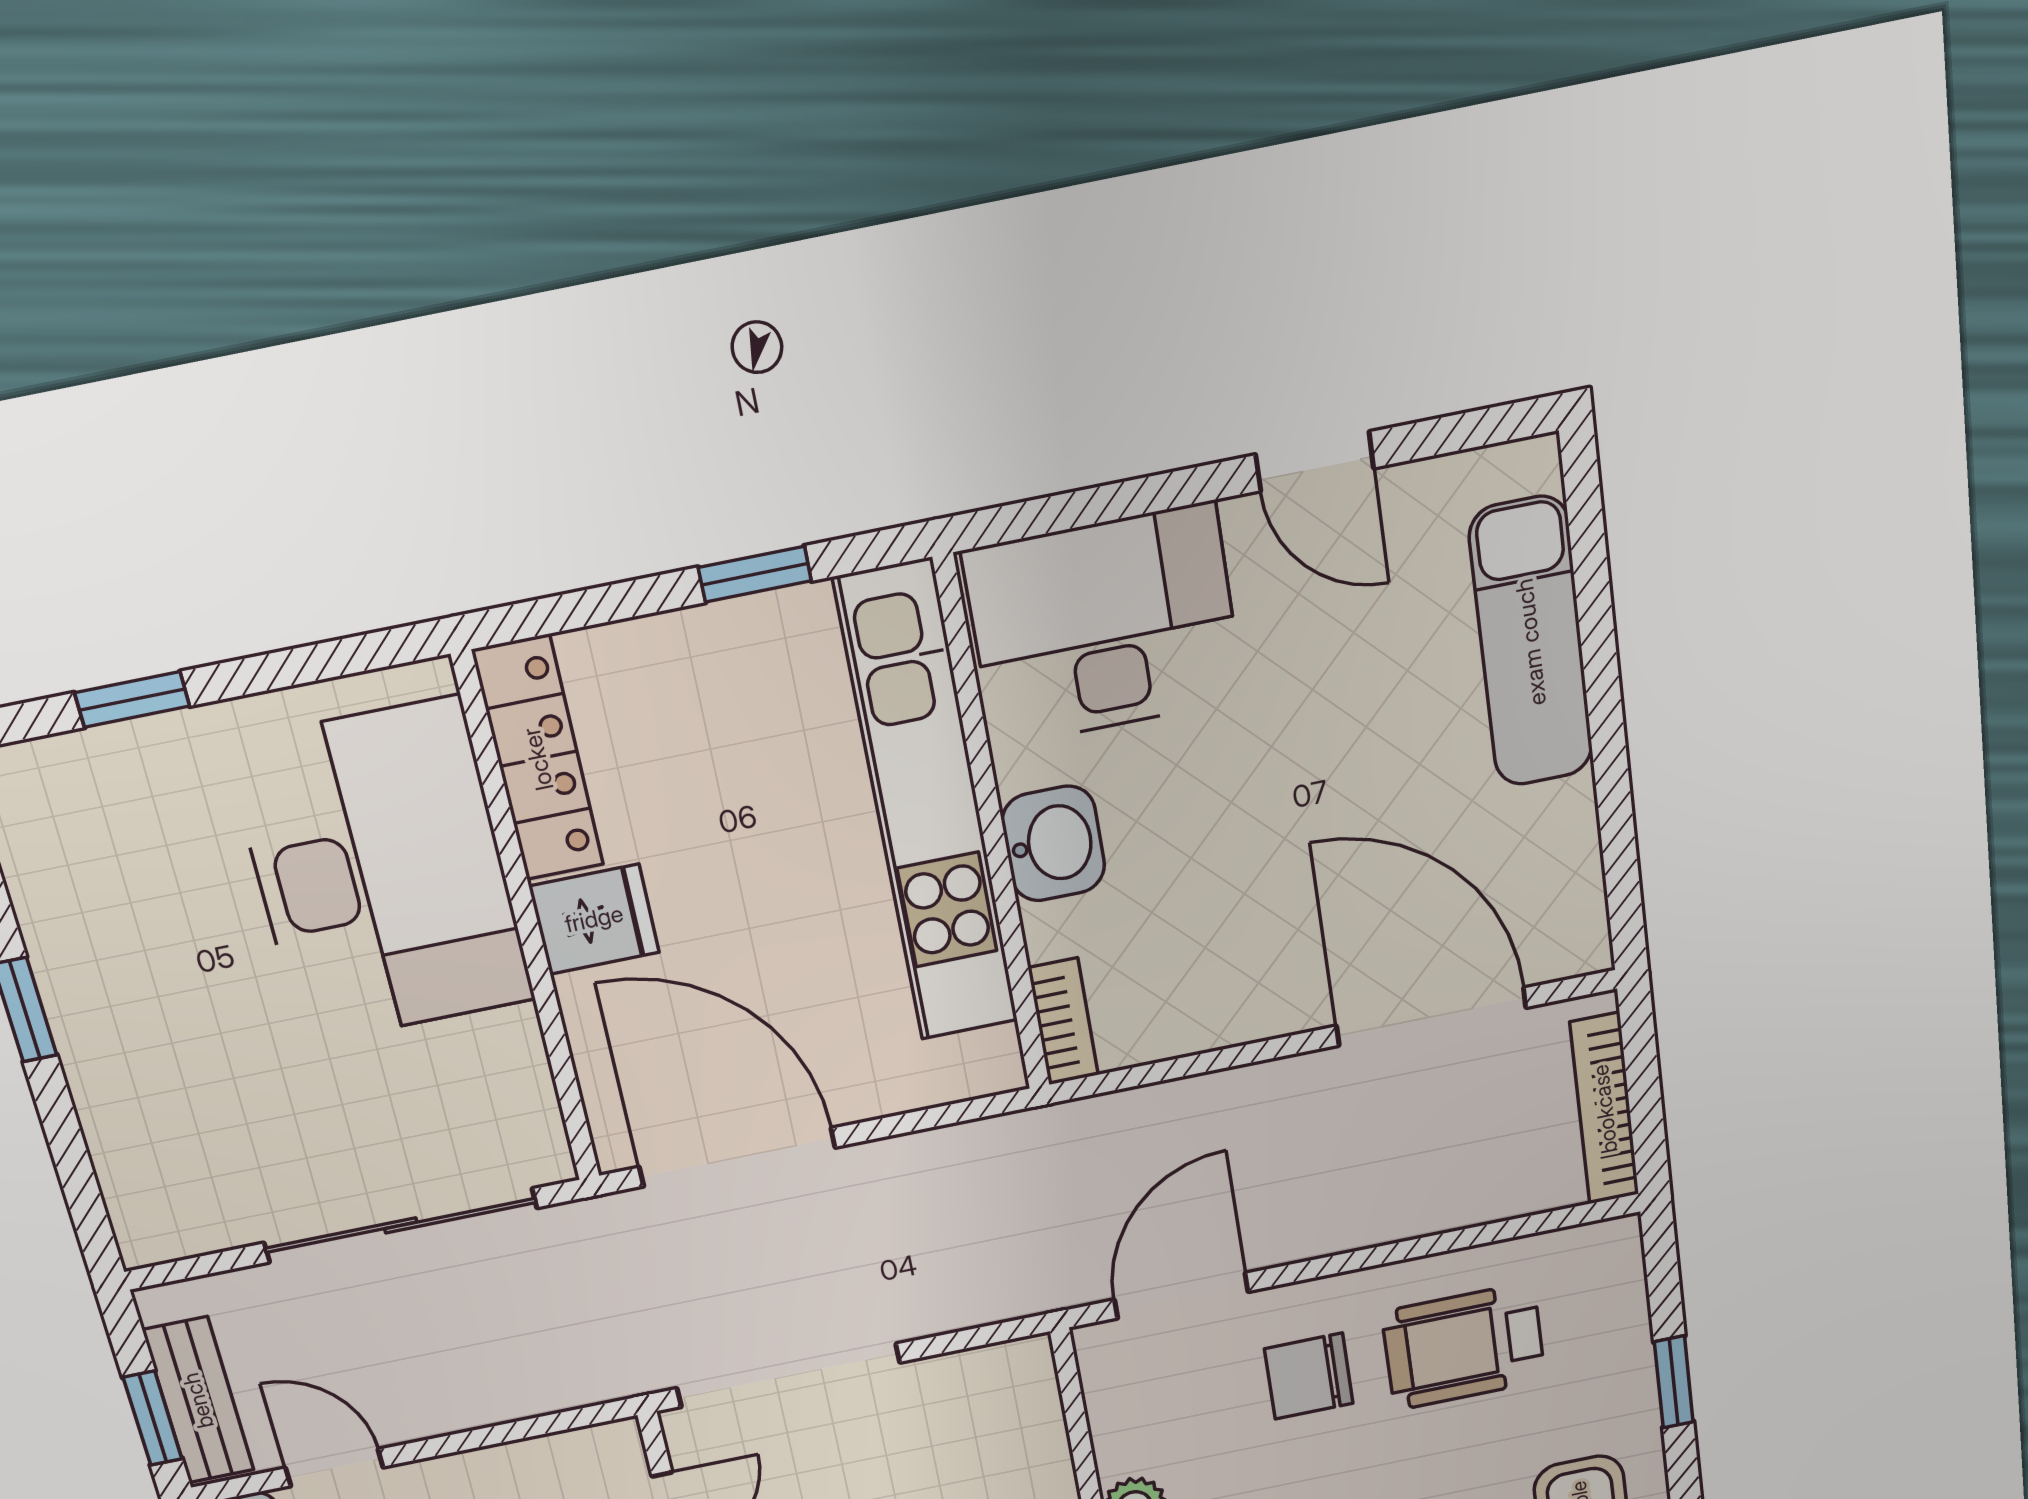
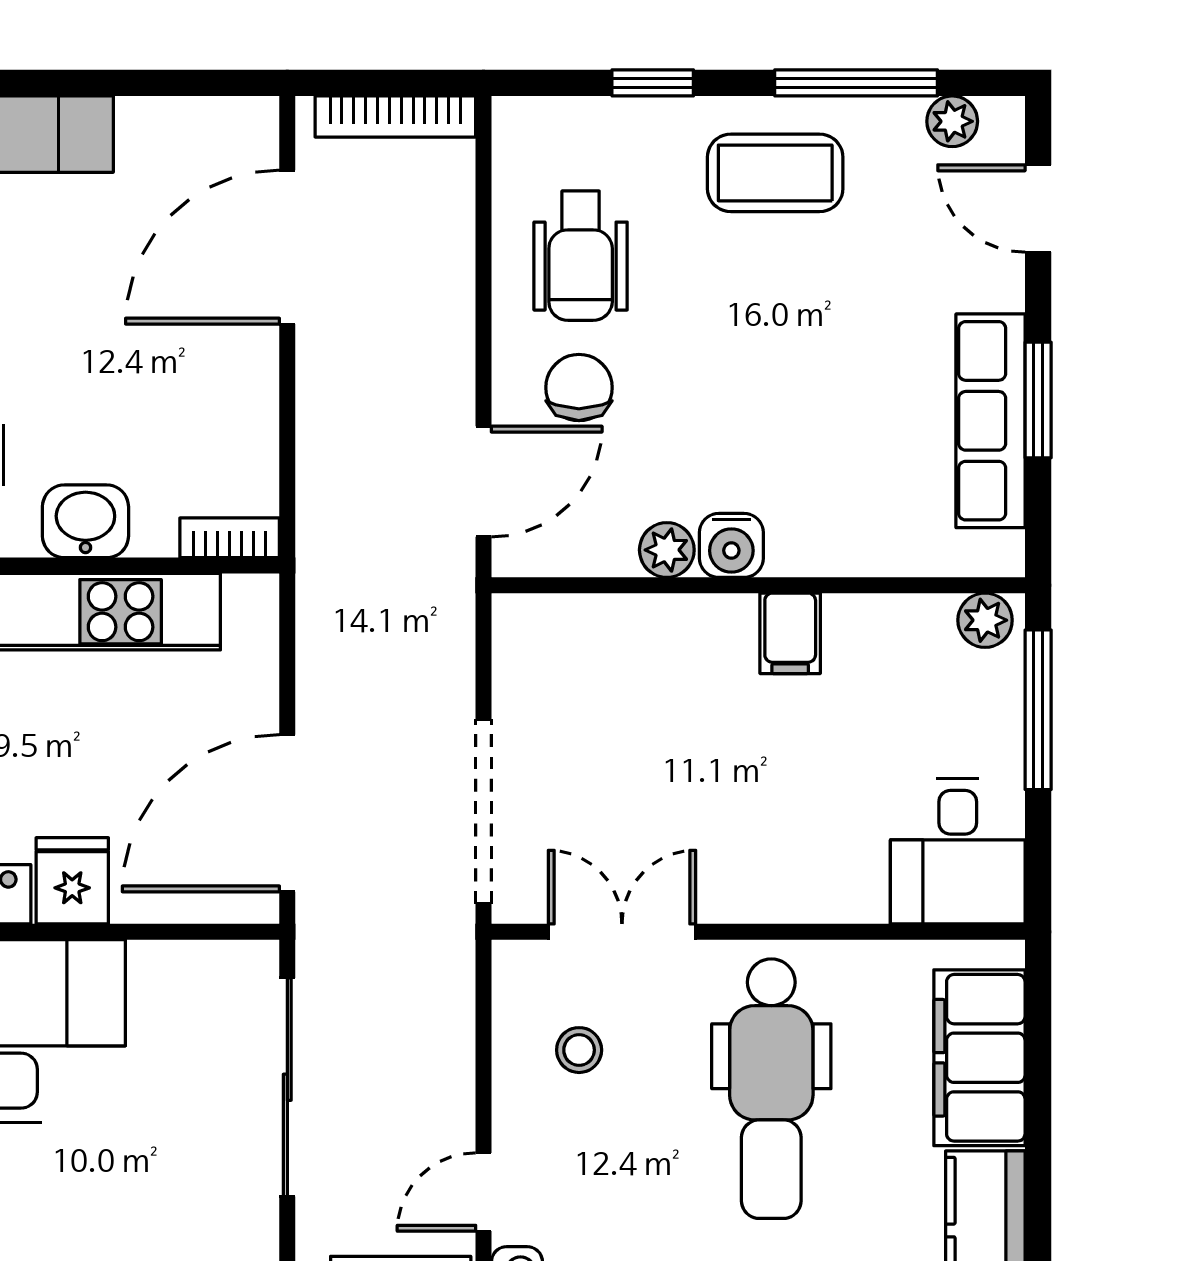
door: (1181, 1296) -> (484, 482), swing flipped
chair: (1309, 1376) -> (579, 388), turned 180

